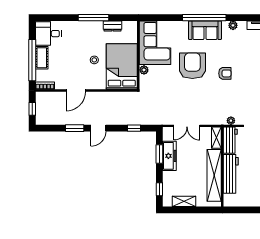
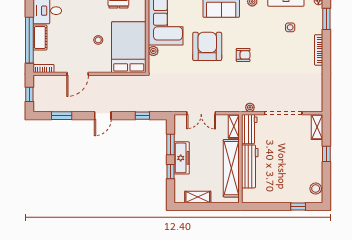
window: (75, 128) -> (62, 116), moved
freezer: (169, 156) -> (182, 158), moved
window: (159, 189) -> (170, 172), moved

